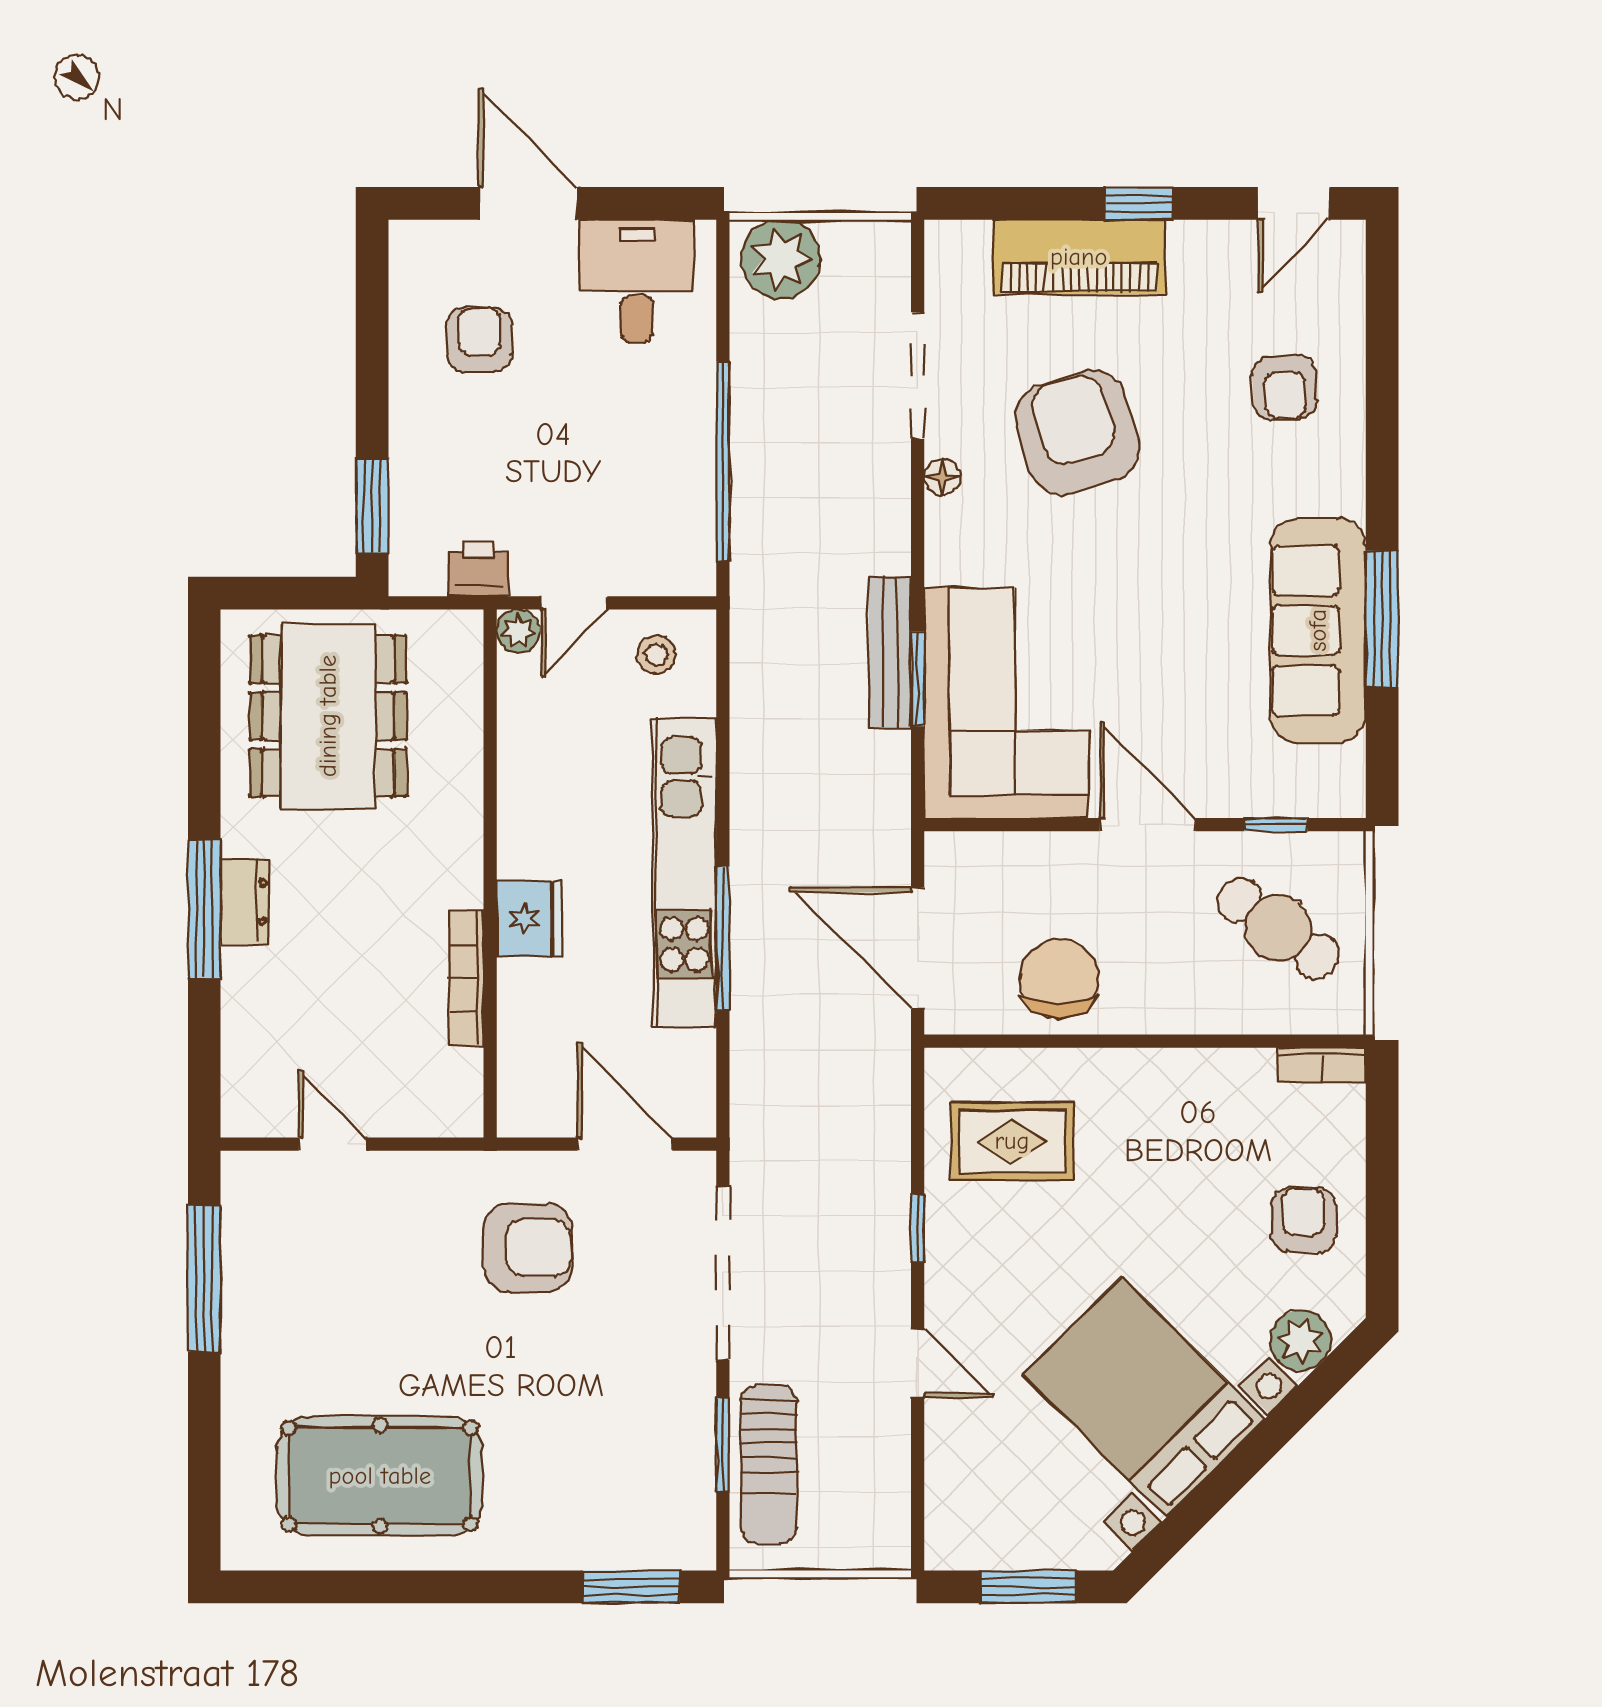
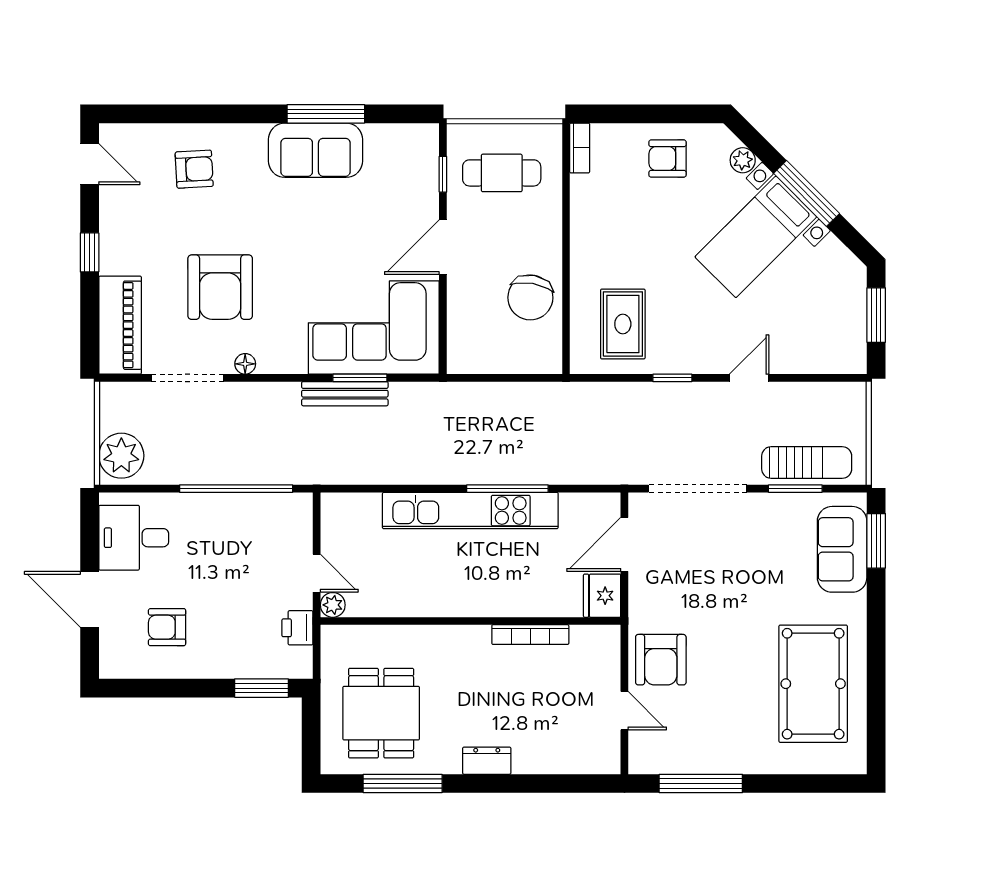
door: (528, 203) -> (90, 599), hinge flipped
piano: (1079, 257) -> (120, 325), moved
armchair: (1077, 433) -> (220, 287), turned -73
sofa: (1318, 630) -> (315, 150), width x0.73
stool: (656, 655) -> (346, 527), removed
dining table: (328, 716) -> (381, 713), width x0.73
window: (204, 909) -> (403, 783), moved
fridge: (529, 919) -> (602, 596), moved, turned -90
cafe table: (1278, 928) -> (502, 173), turned 54
door: (918, 948) -> (513, 378), removed
chair: (1059, 979) -> (530, 297), turned -80
door: (332, 1144) -> (624, 711), swing flipped
armchair: (528, 1248) -> (661, 660), moved, turned 180
plant: (1300, 1340) -> (743, 160), width x0.73, depth x0.73
bed with nightstands: (1144, 1397) -> (756, 237), width x0.73
window: (1242, 1464) -> (807, 193), added
sofa: (616, 1527) -> (842, 549), added

